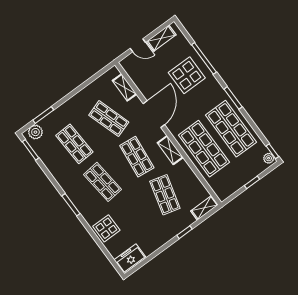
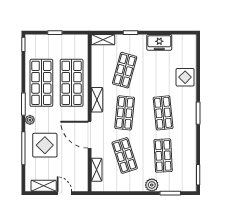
door: (154, 114) -> (90, 135), hinge flipped
plant: (35, 132) -> (152, 185), moved
plant: (269, 158) -> (30, 120), moved
freezer: (130, 259) -> (159, 42), moved

